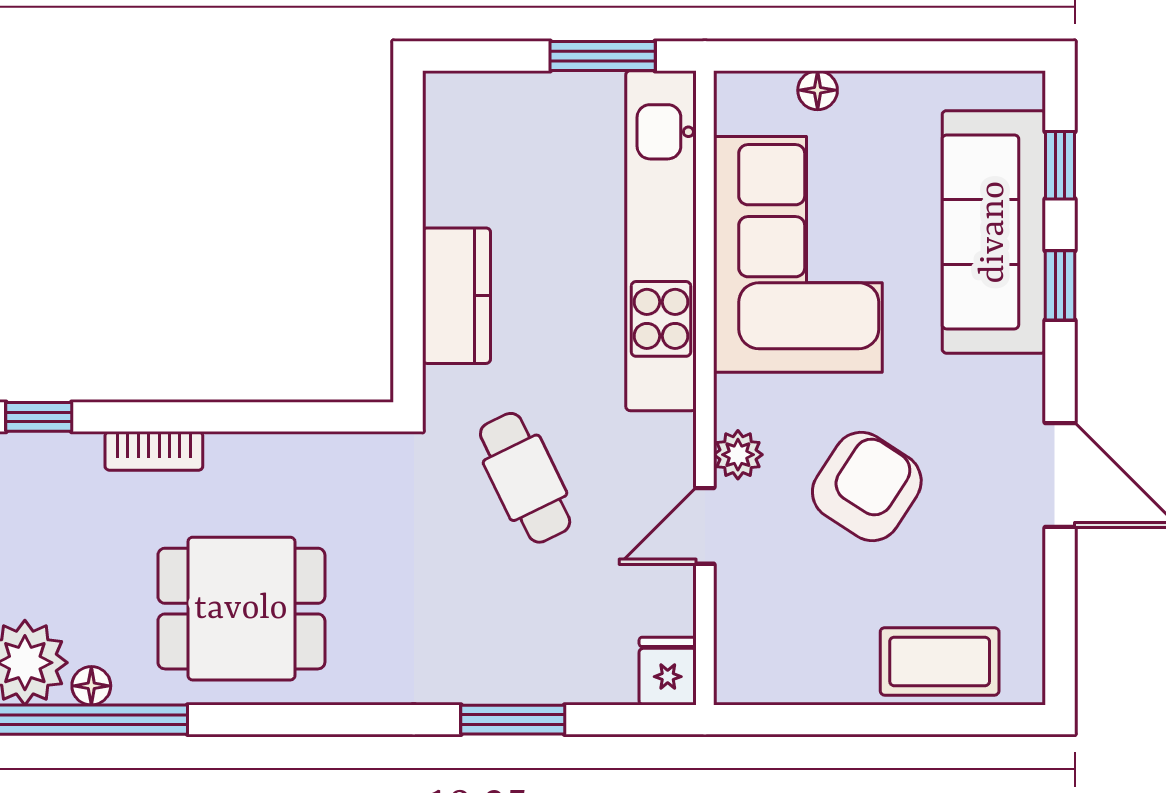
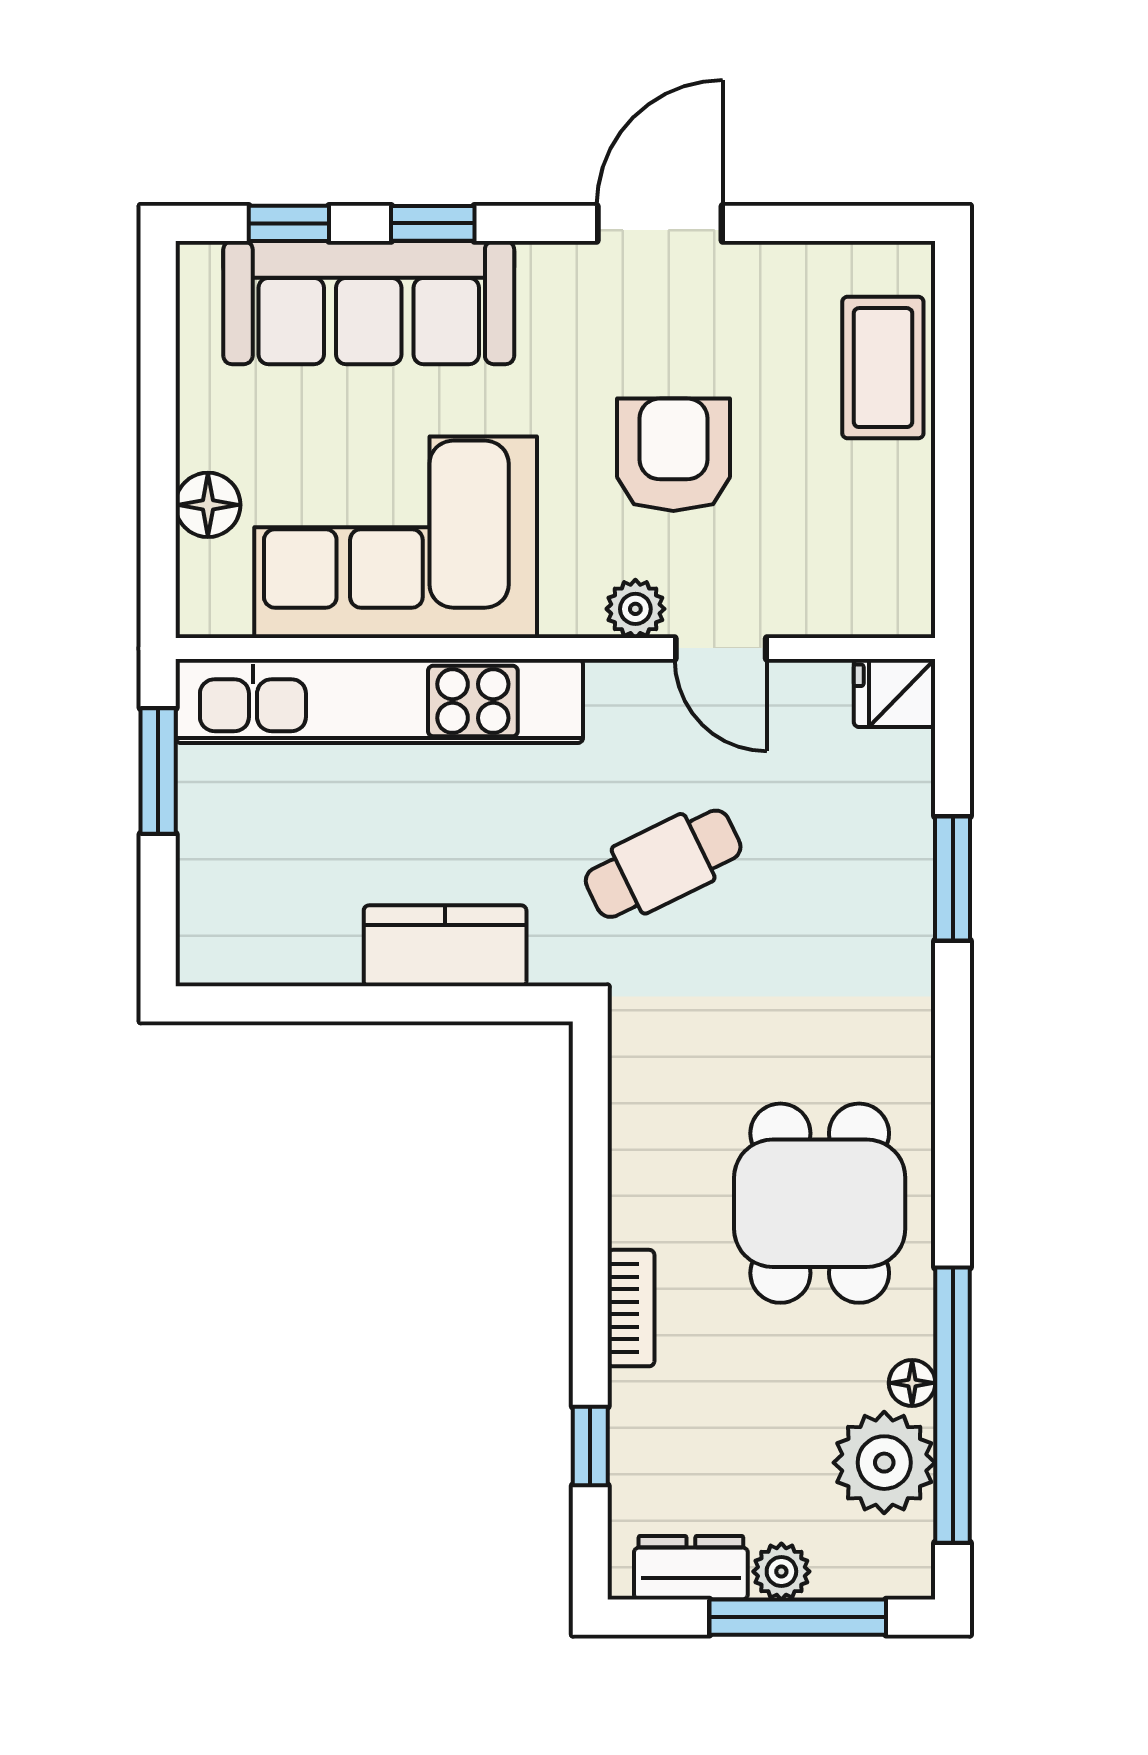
floor lamp: (818, 90) -> (208, 505), width x1.37, depth x1.37
armchair: (867, 486) -> (673, 455), turned 57

